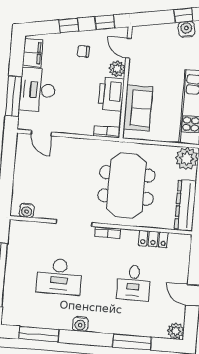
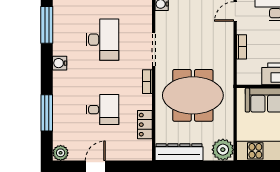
bookcase: (107, 132) -> (242, 47), moved
desk: (59, 276) -> (102, 40), turned 180
desk: (133, 283) -> (102, 110), turned 180

